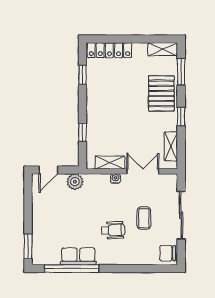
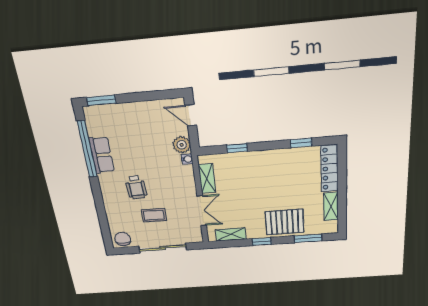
shelving: (163, 49) -> (331, 206), moved
water cooler: (115, 179) -> (187, 159), moved

